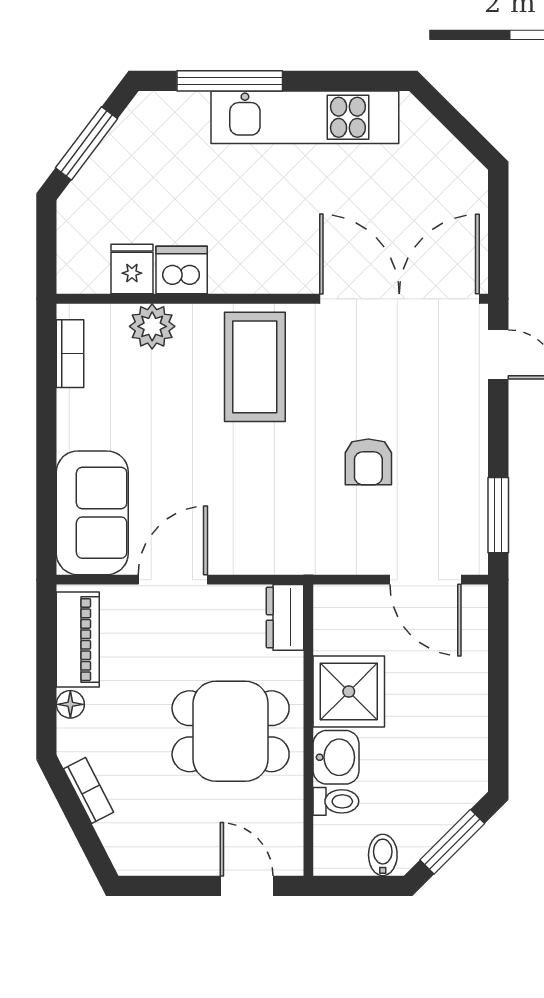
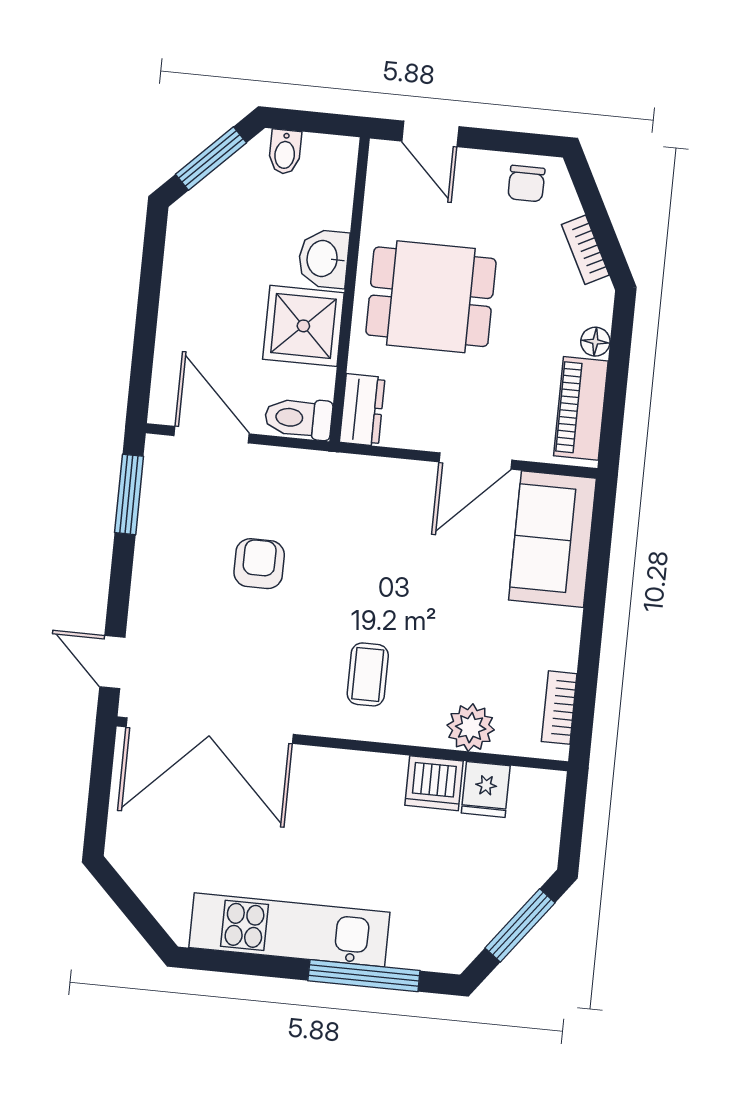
coffee table: (255, 367) -> (368, 674), width x0.54, depth x0.58
toilet: (336, 801) -> (299, 418), moved, width x1.37, depth x1.39
chair: (151, 848) -> (526, 184), added

